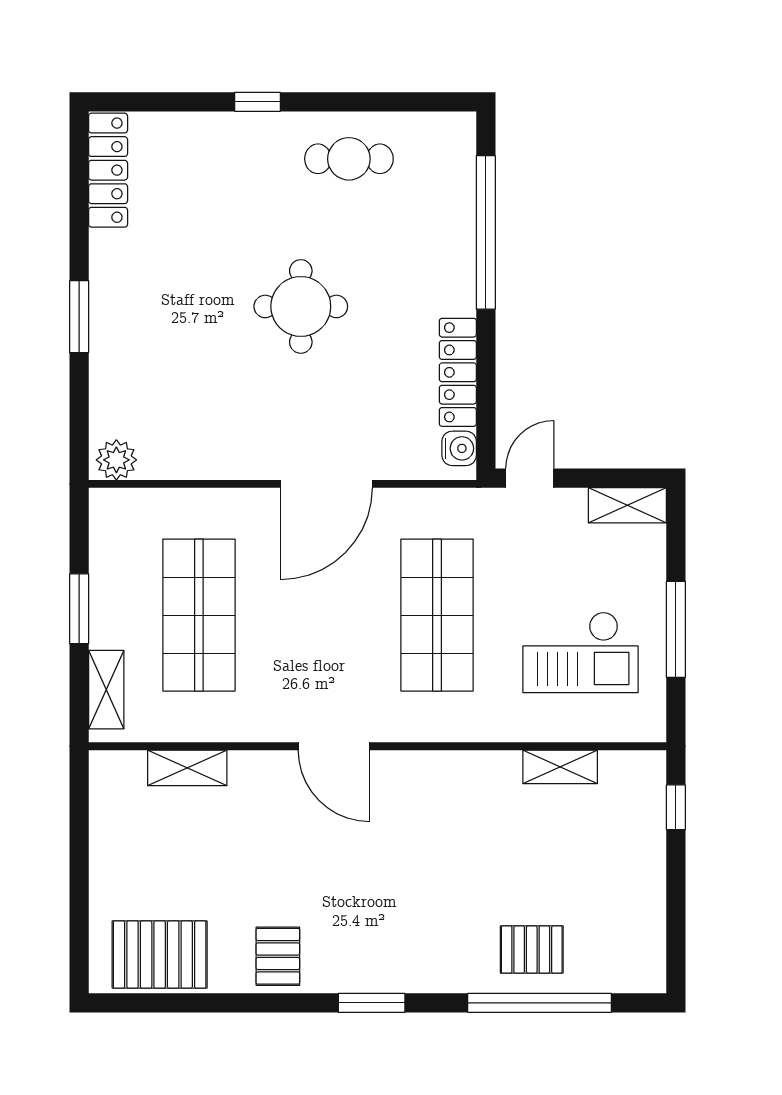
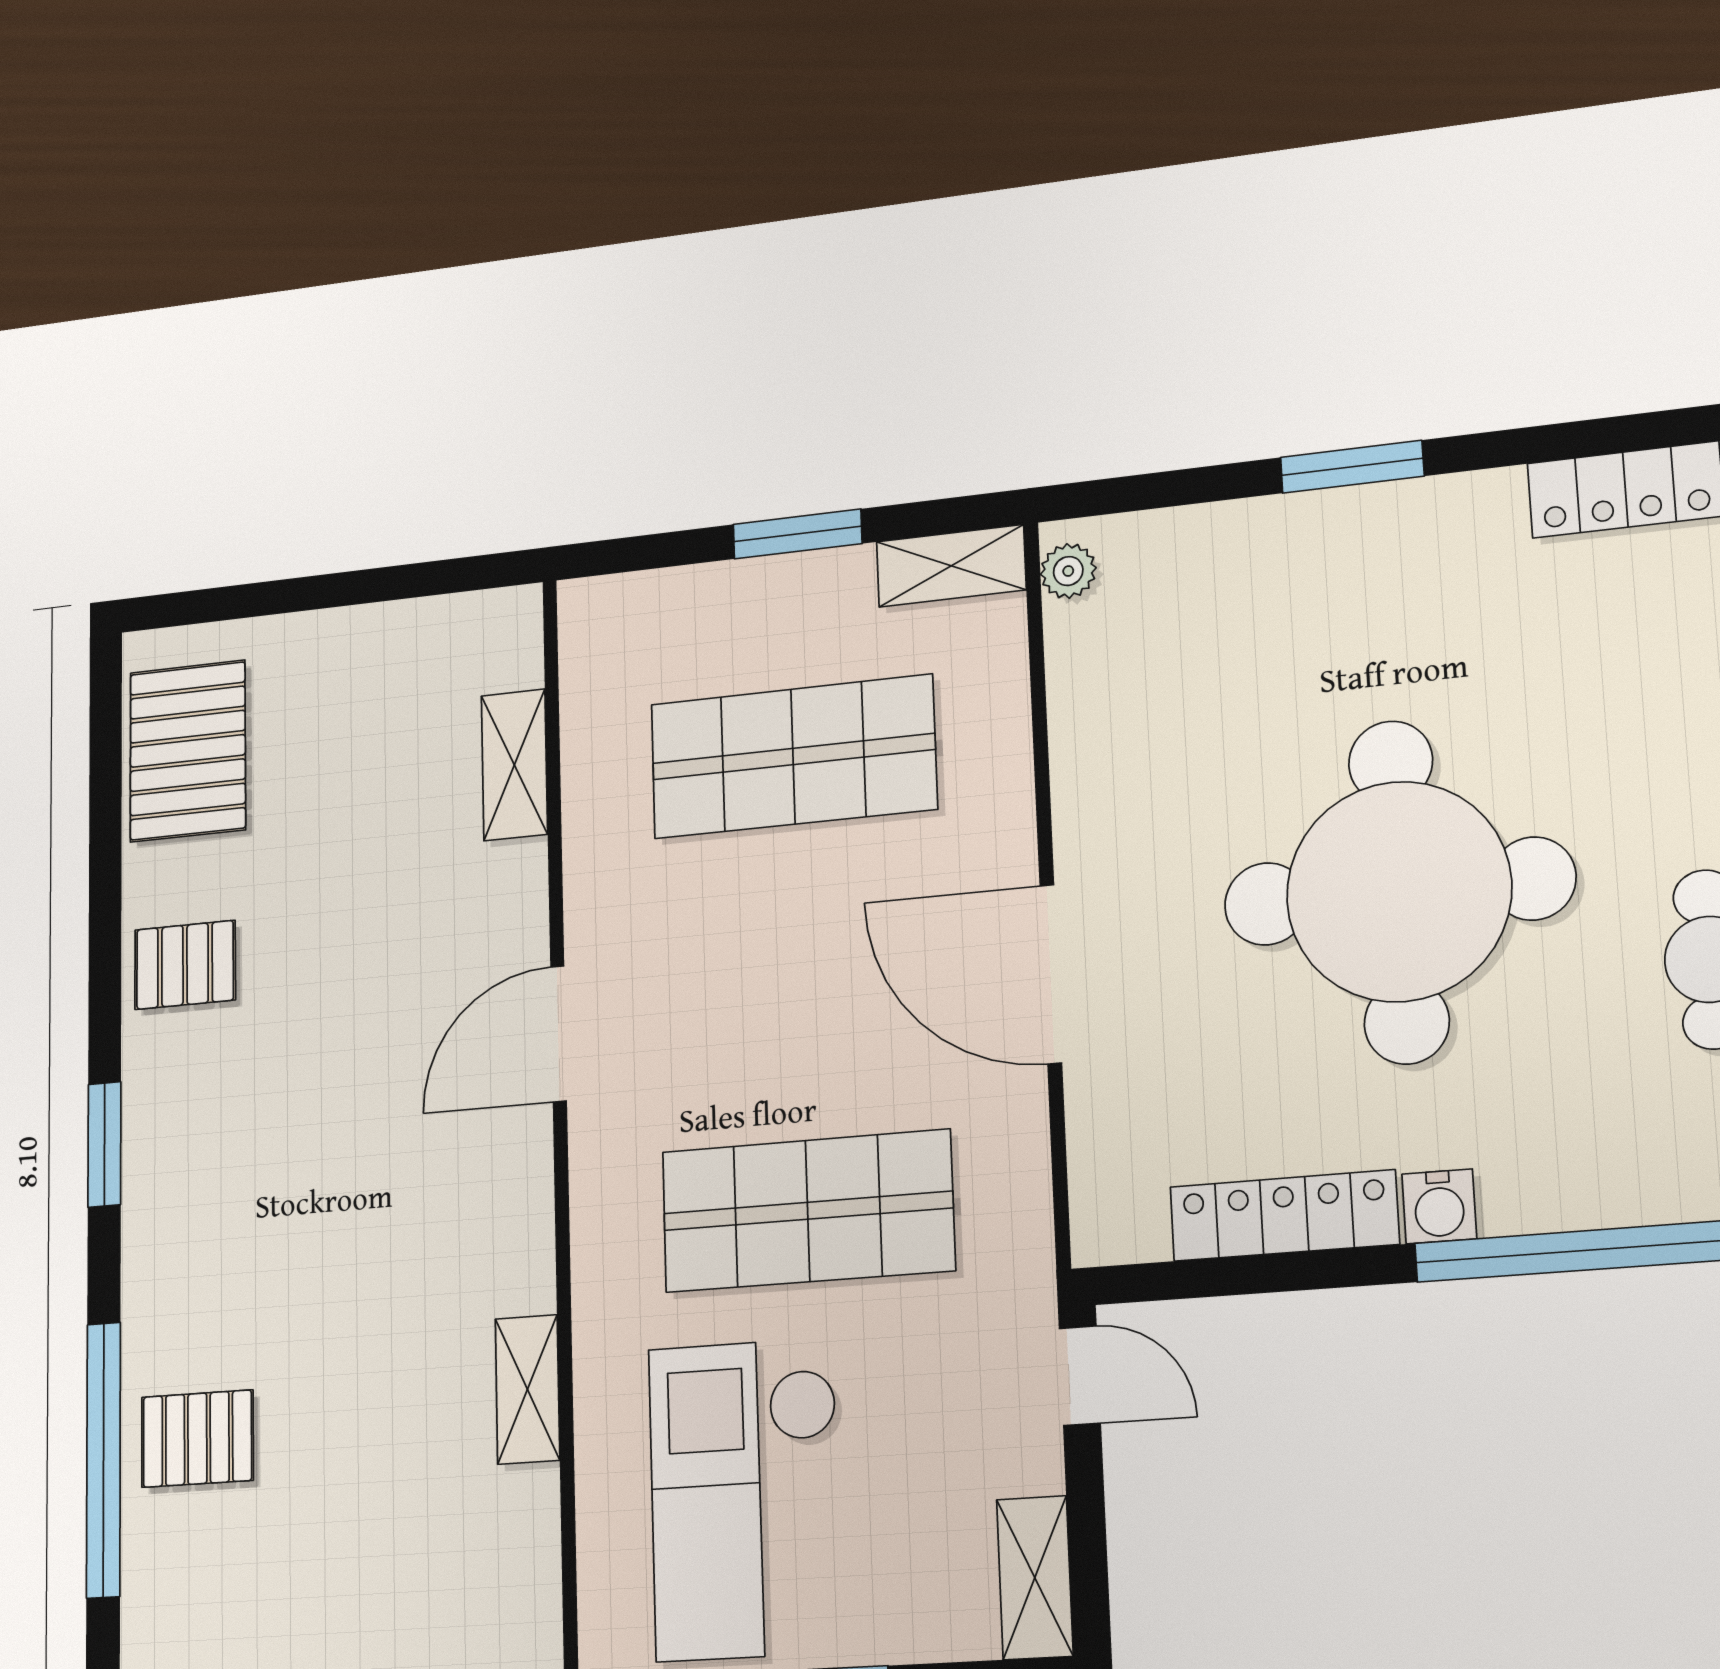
round table: (301, 306) -> (1399, 891), width x1.86, depth x1.86
water cooler: (459, 448) -> (1439, 1206), moved
plant: (116, 460) -> (1068, 571), width x0.73, depth x0.73
checkout: (580, 652) -> (745, 1499), width x1.36, depth x1.21
shelving: (106, 690) -> (951, 566), moved
shelving: (560, 767) -> (527, 1389), moved
pallet: (532, 950) -> (197, 1439), turned 90

